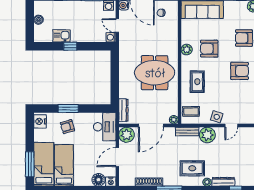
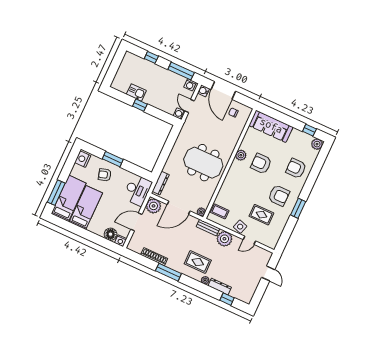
boiler: (39, 20) -> (123, 69), removed
rug: (197, 82) -> (261, 215), moved, turned 90

